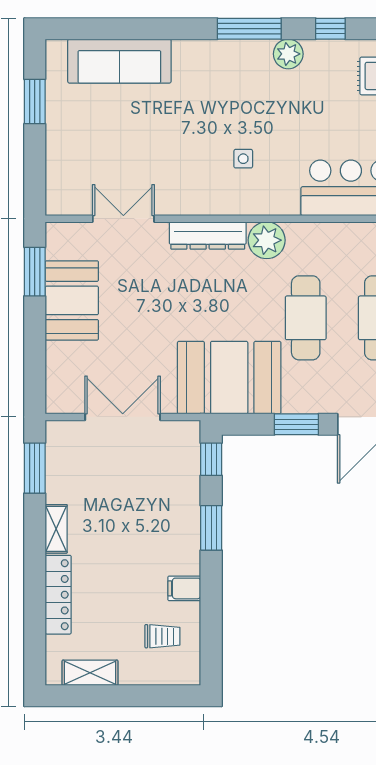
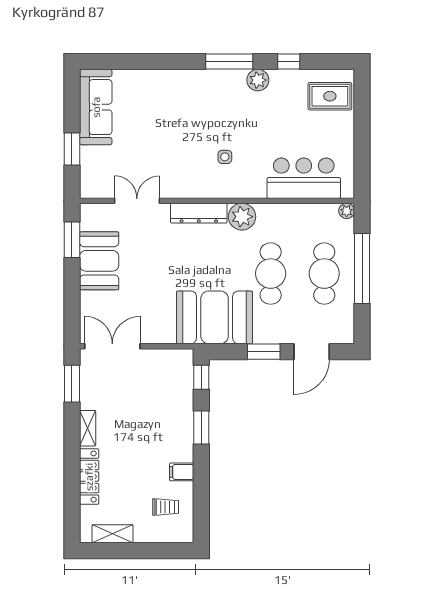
sofa: (119, 61) -> (96, 107), moved, turned -90
window: (35, 101) -> (72, 149), moved
double door: (123, 417) -> (112, 346), moved

